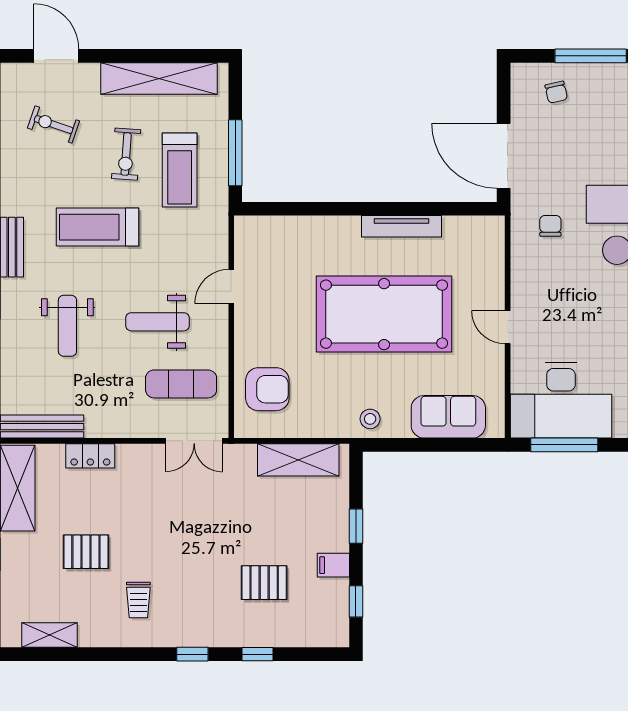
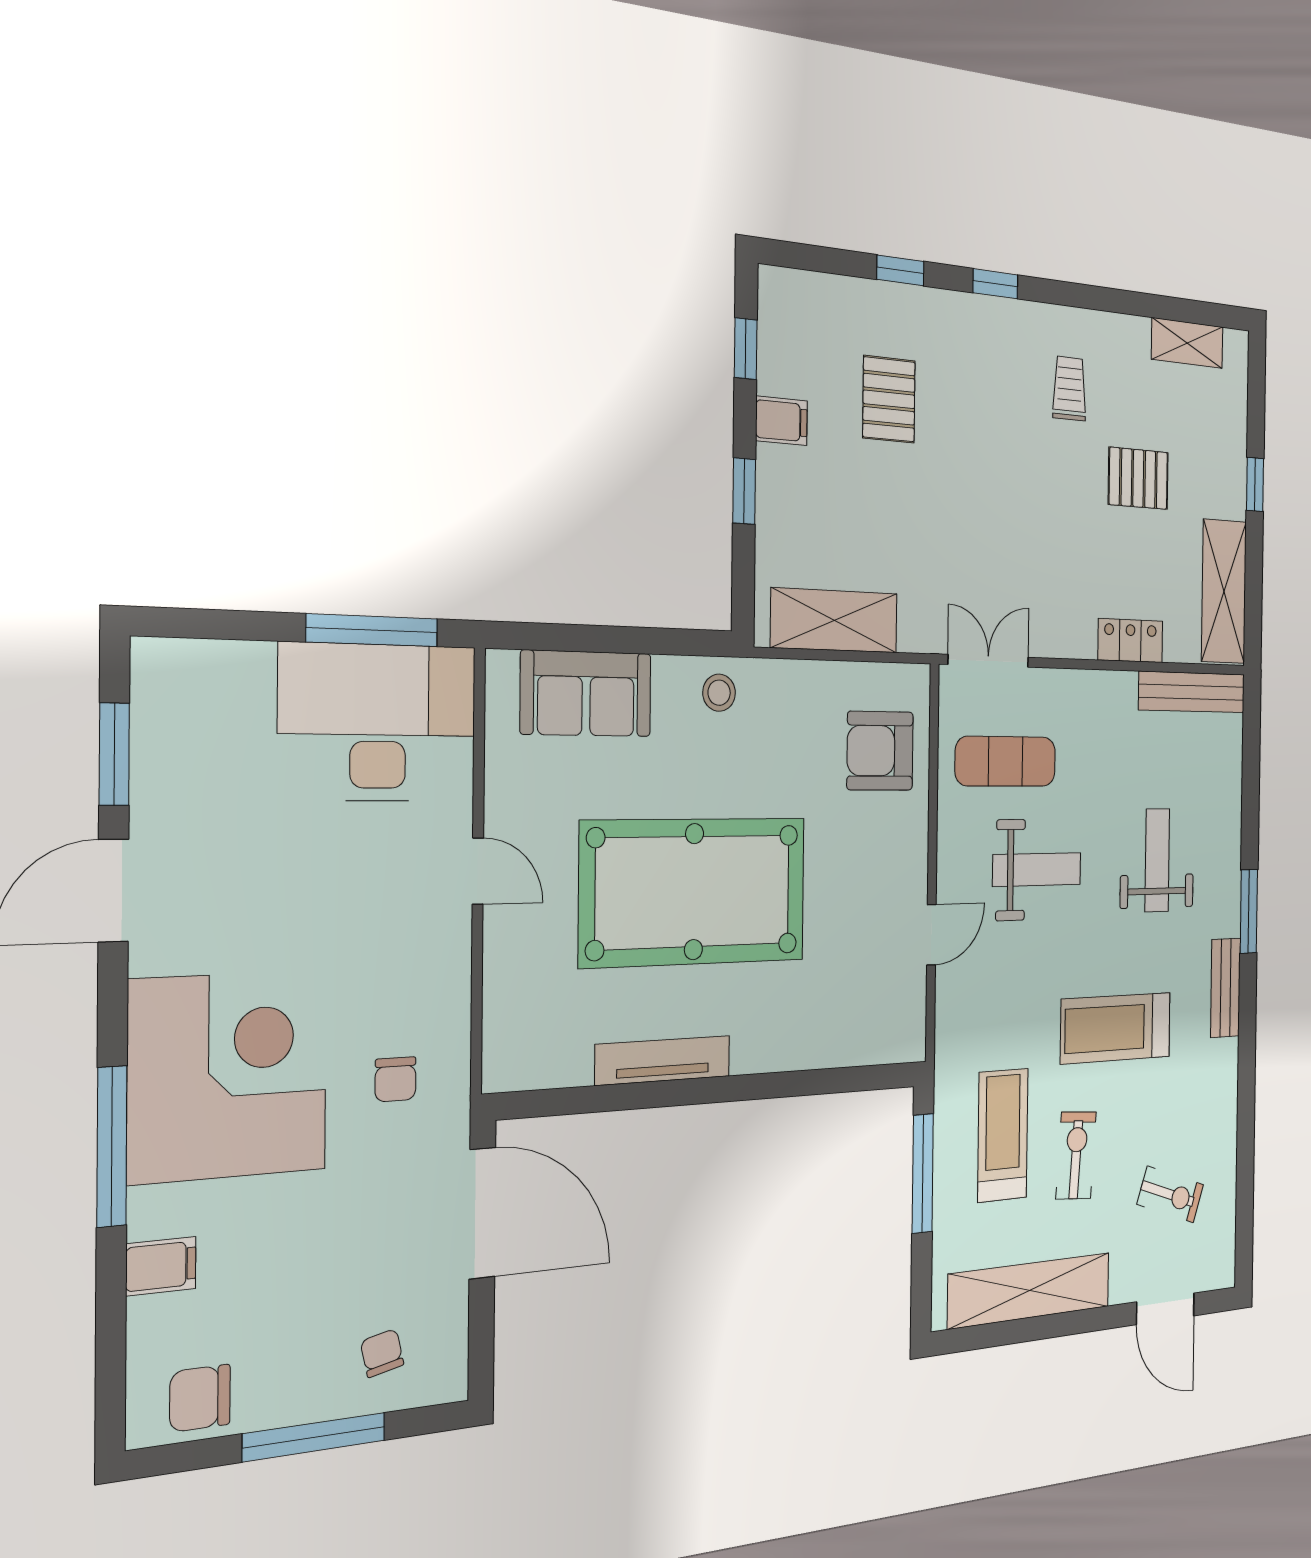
treadmill: (97, 227) -> (1116, 1028), turned 180
pallet: (264, 583) -> (889, 399), turned 90

